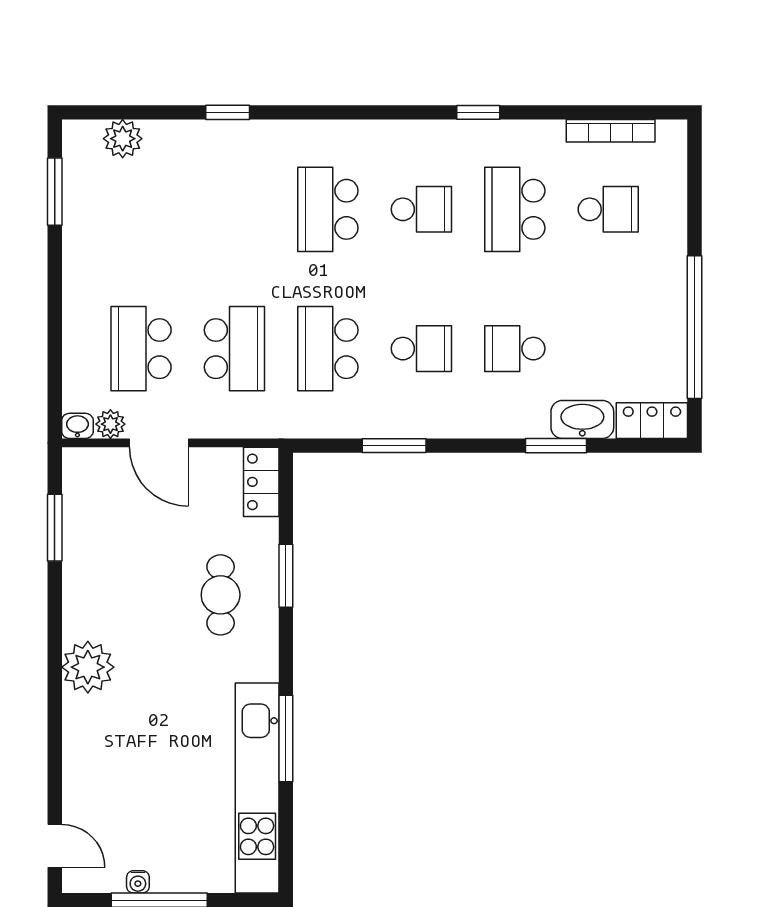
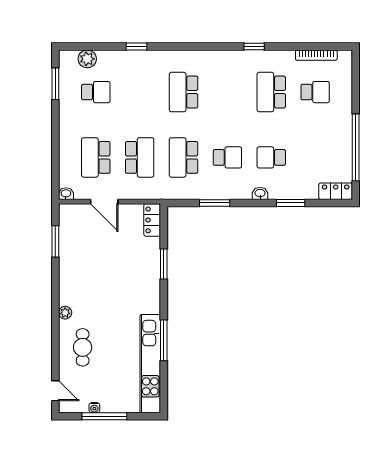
school desk: (421, 209) -> (96, 92), moved
washbasin: (582, 419) -> (260, 193), moved, width x0.52, depth x0.69
plant: (110, 424) -> (81, 193), removed
cafe table: (221, 595) -> (83, 347), moved
plant: (88, 667) -> (65, 313), width x0.53, depth x0.53

